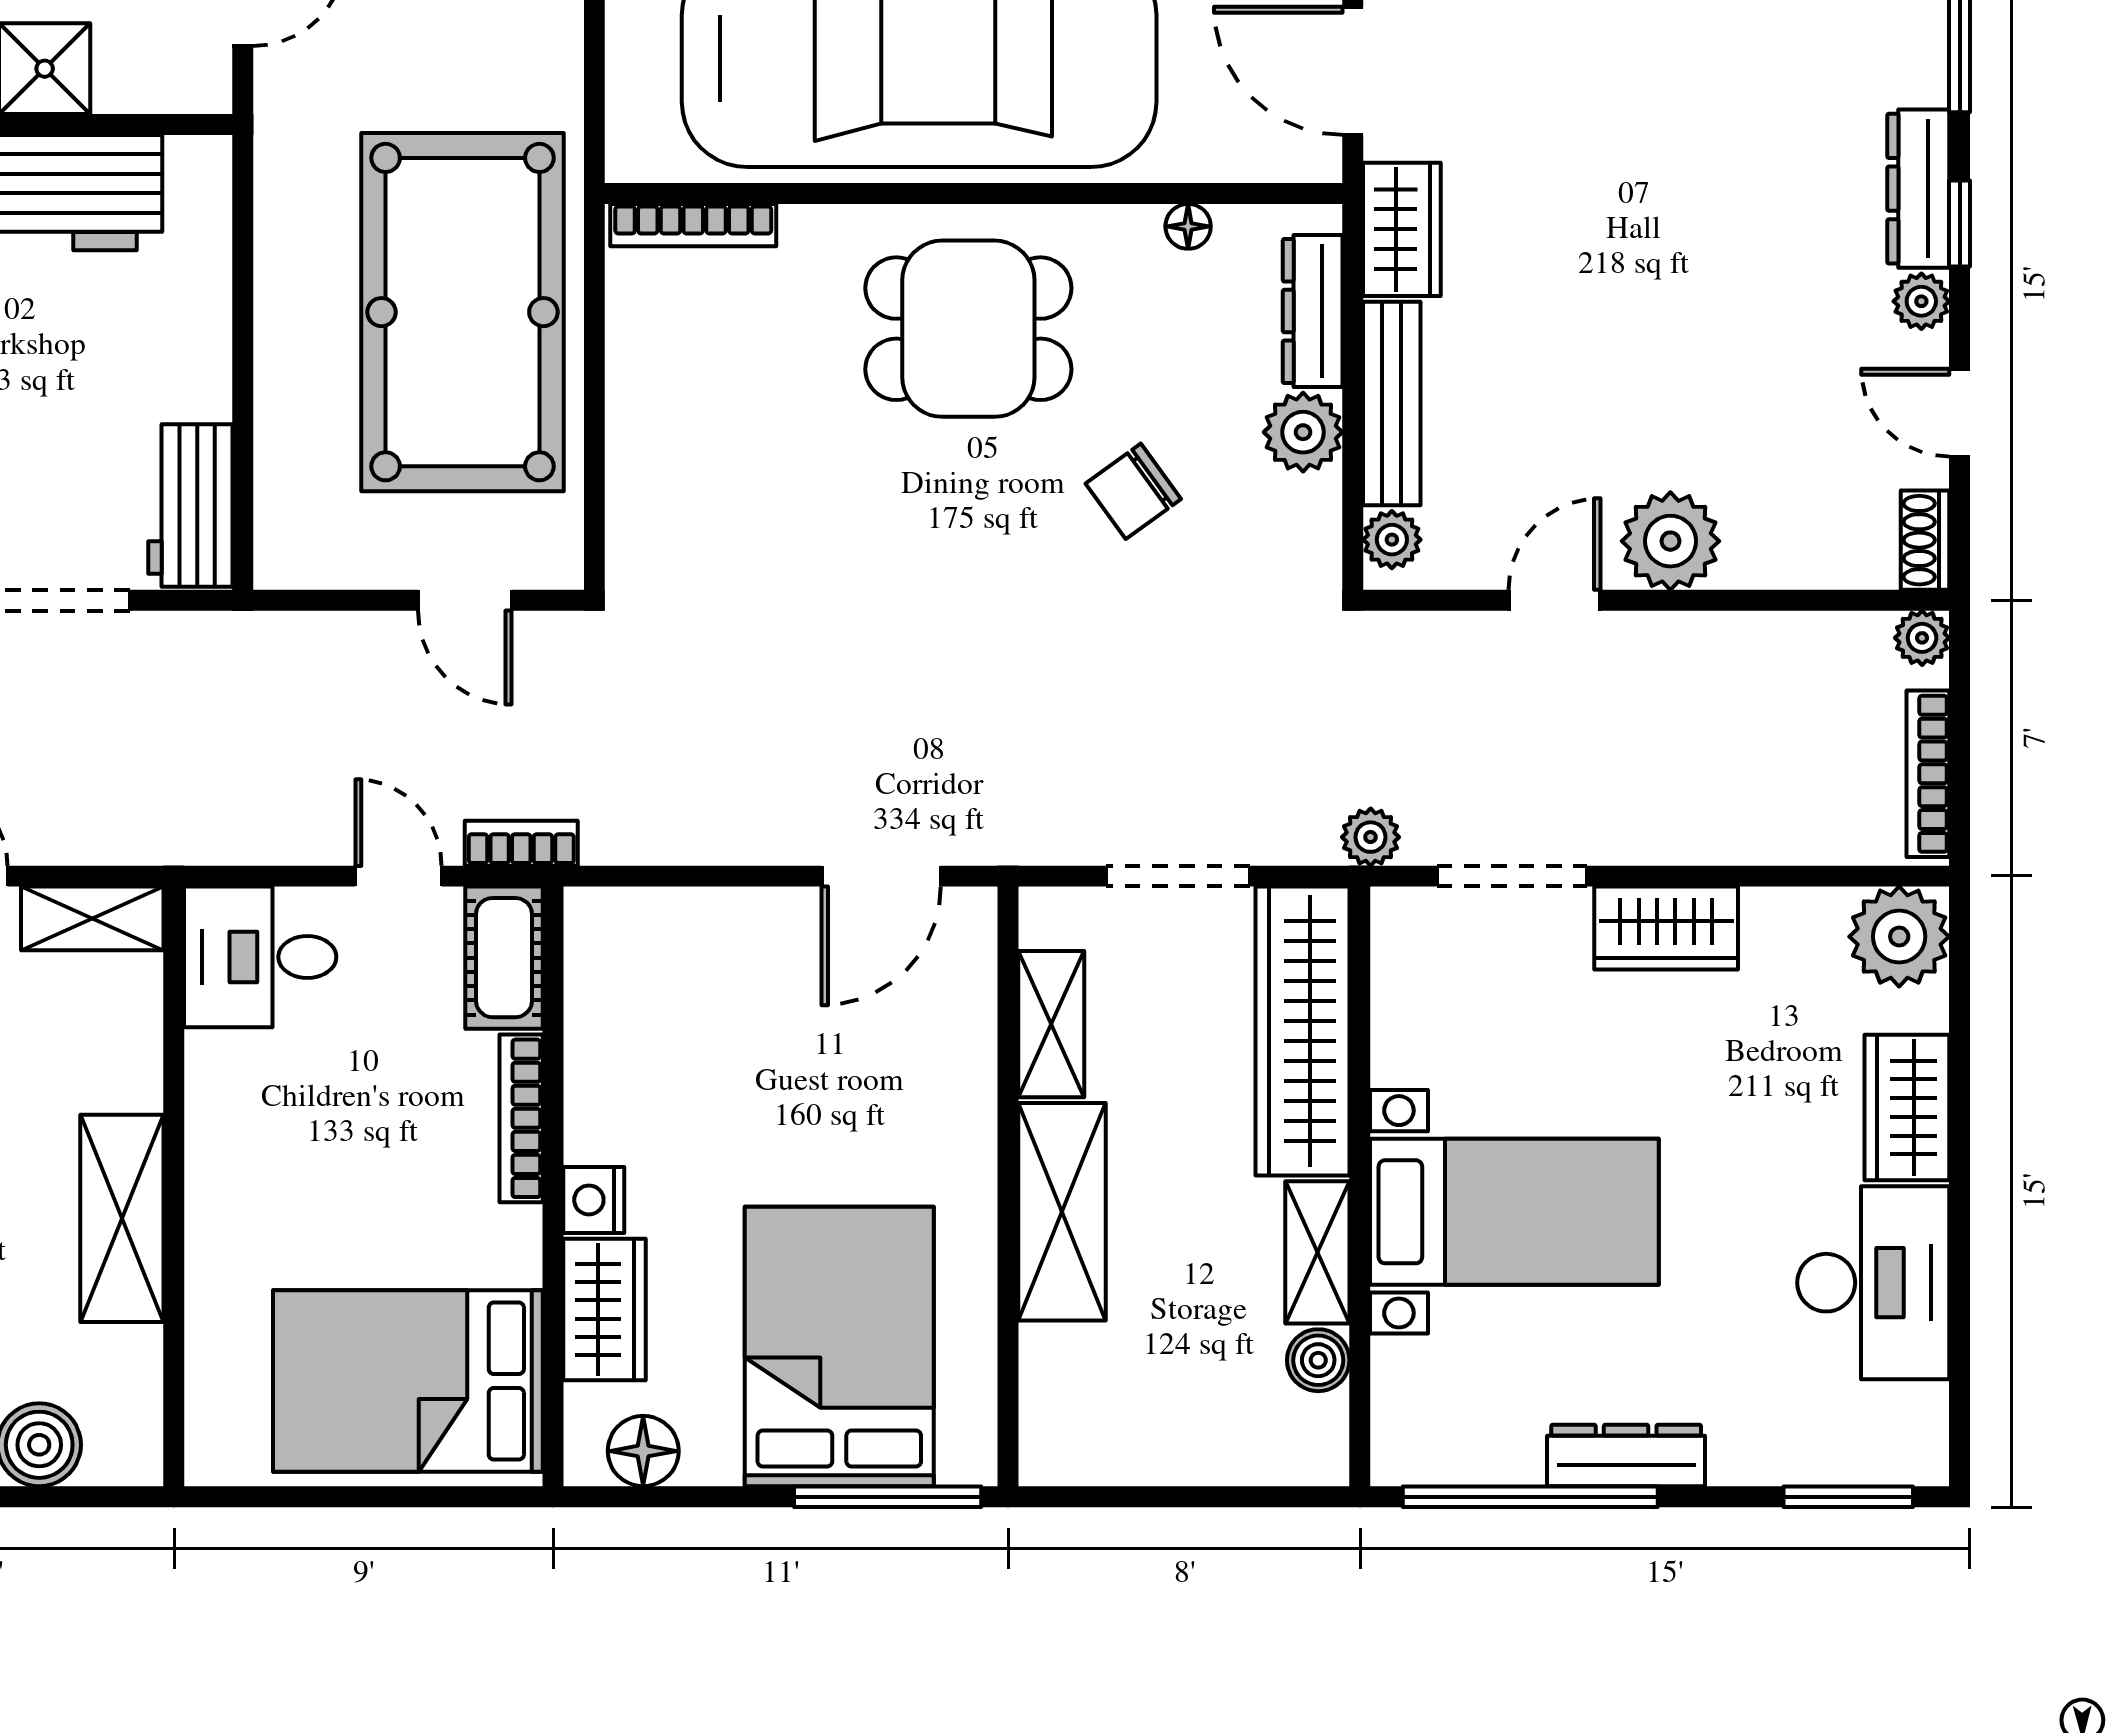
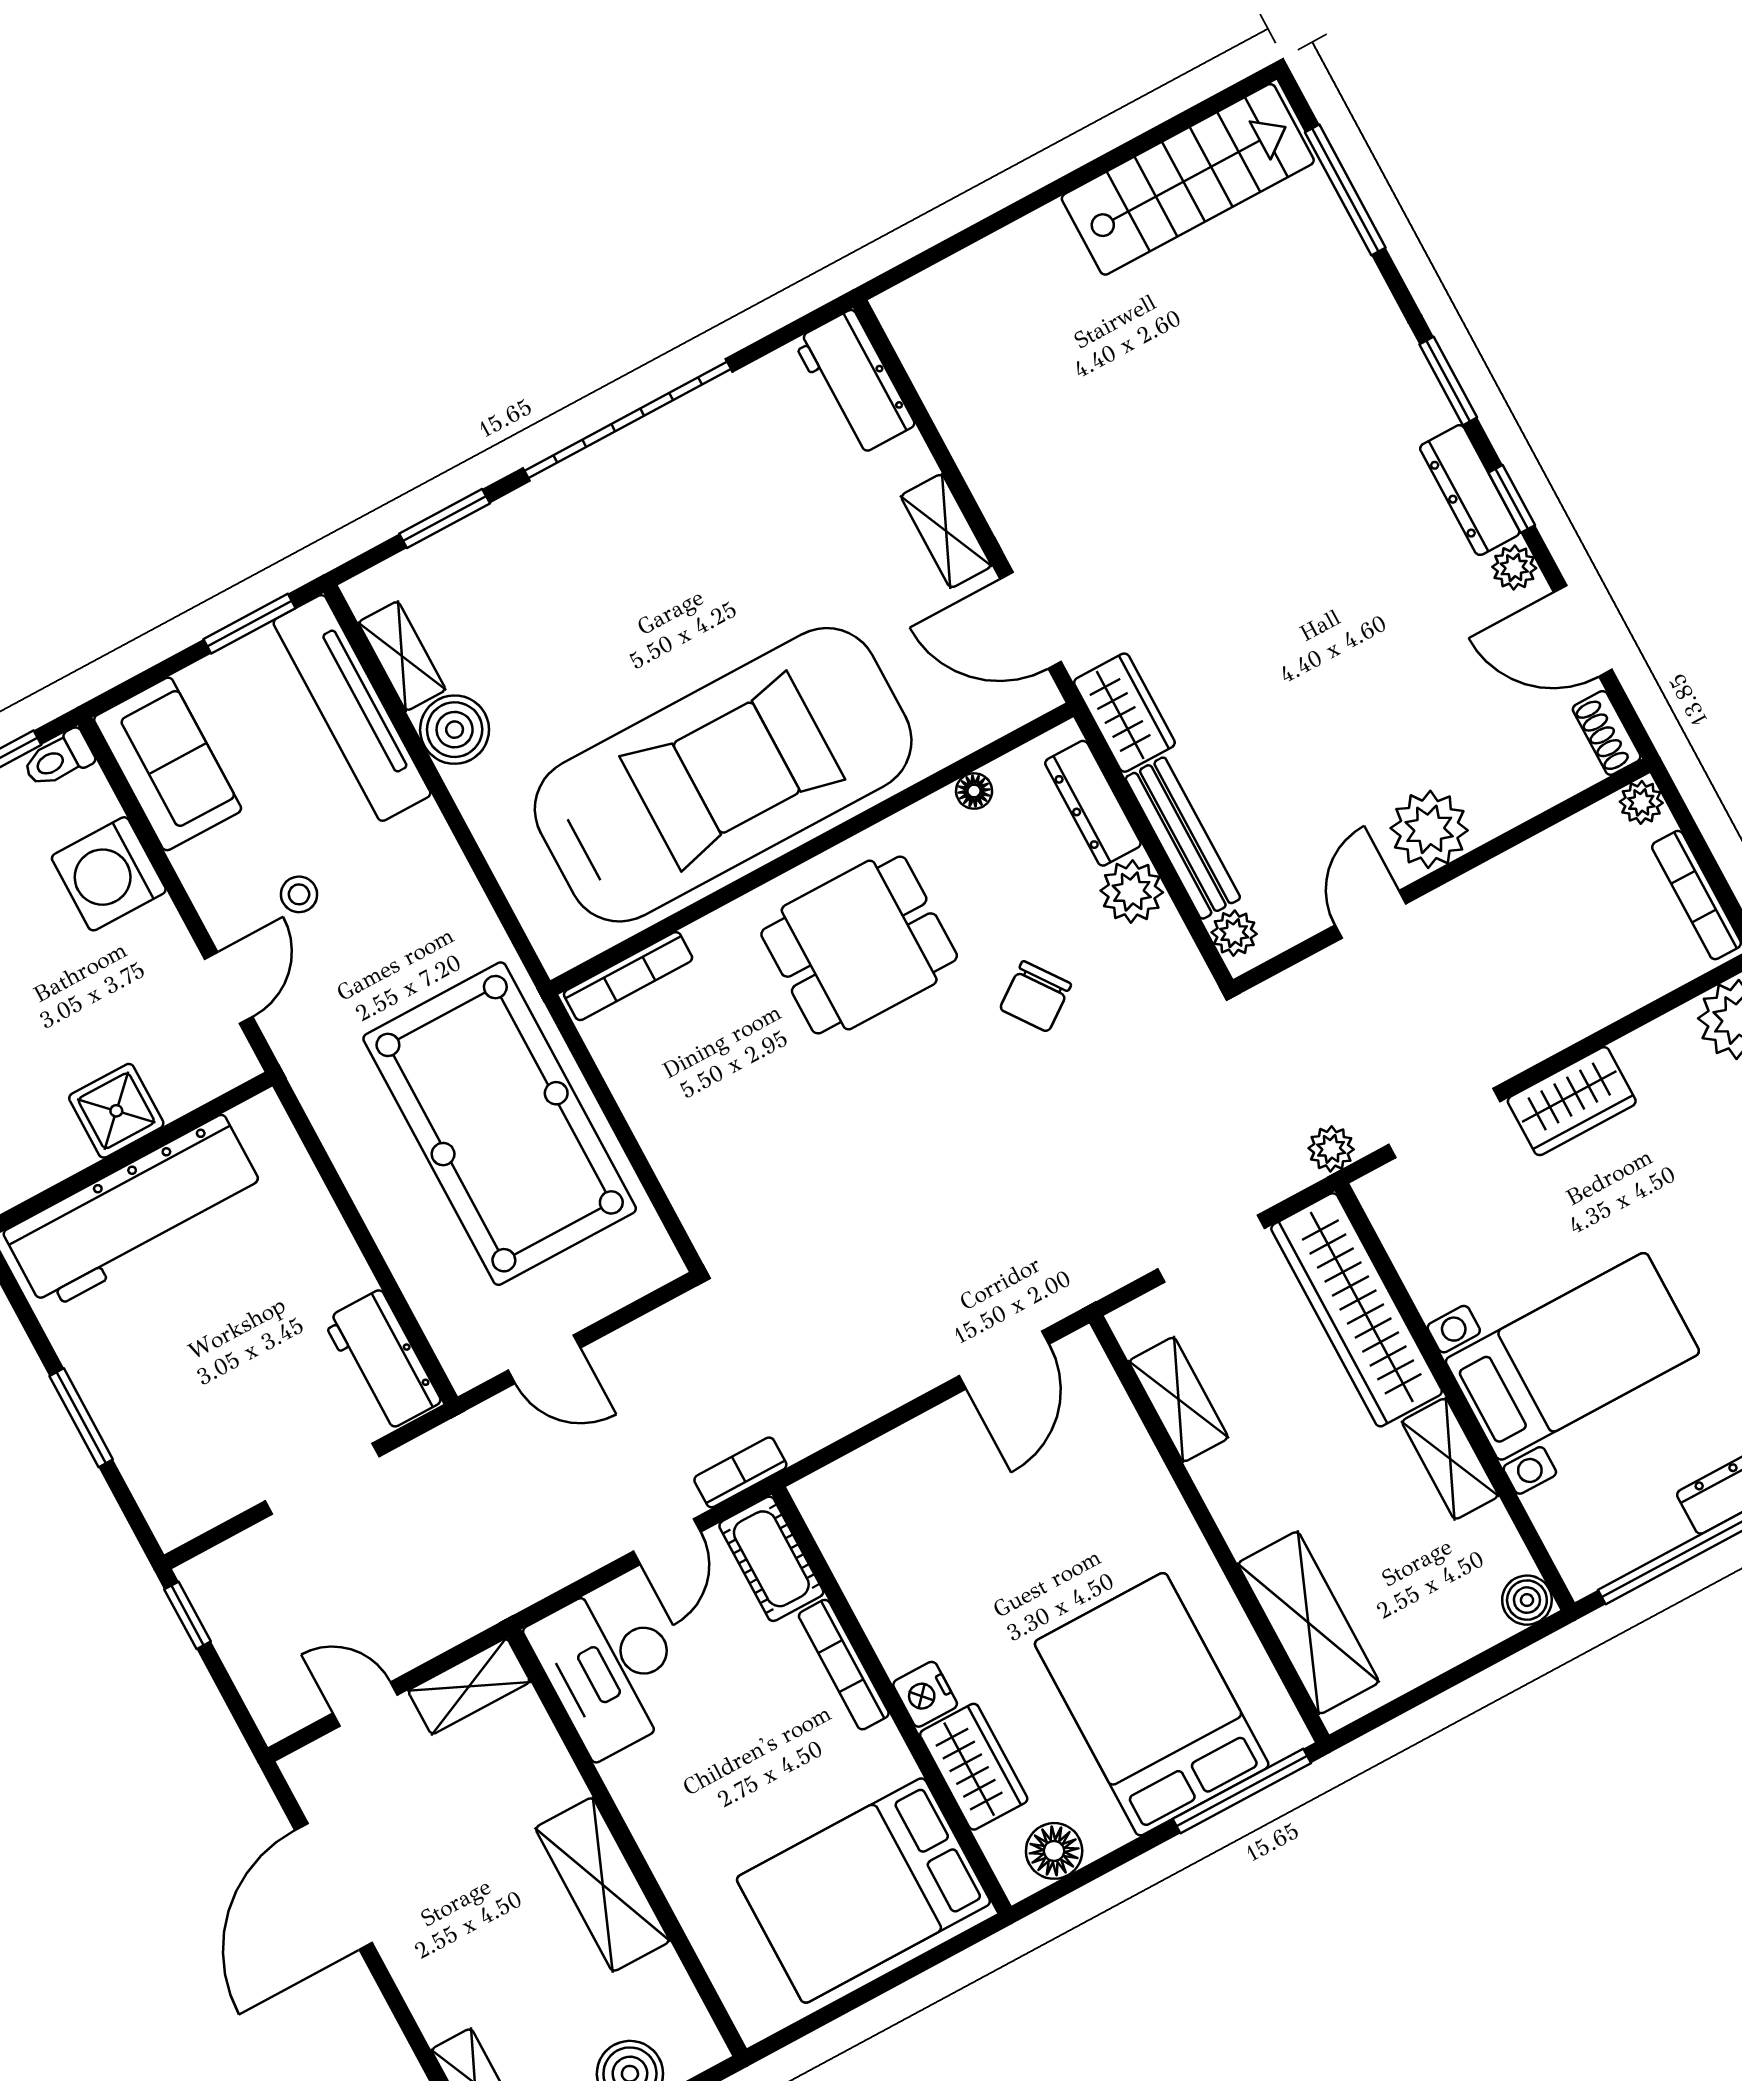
door: (1960, 413) -> (1583, 631), width x1.38
door: (465, 600) -> (544, 1359), moved
door: (398, 876) -> (667, 1542), swing flipped
desk: (260, 957) -> (611, 1668), width x1.37
shelving: (1062, 1212) -> (1308, 1623), moved
boiler: (1318, 1360) -> (1527, 1600), moved

